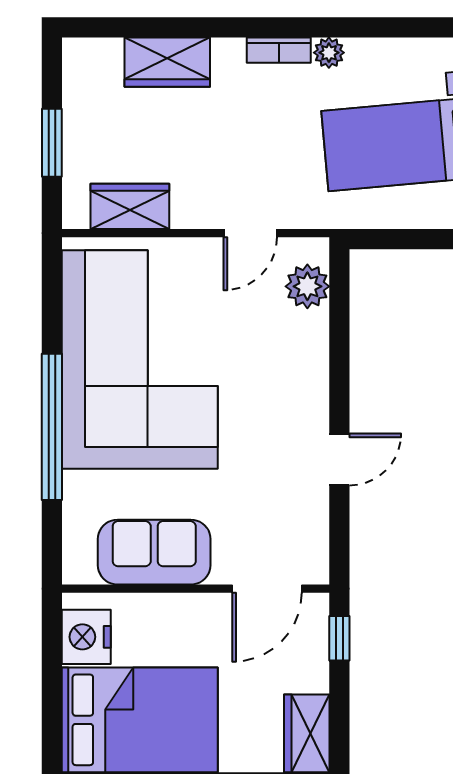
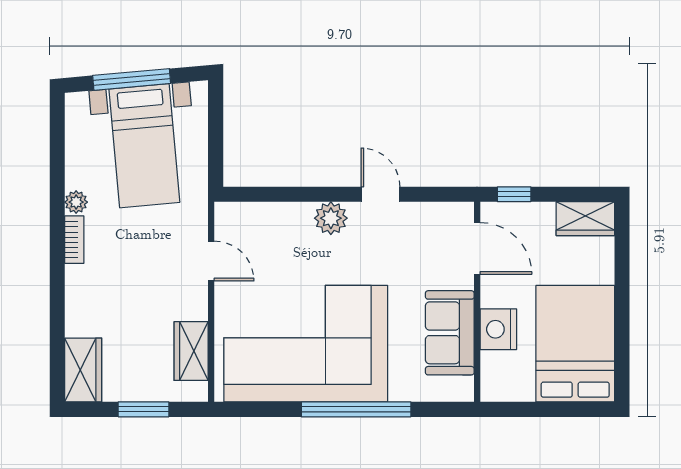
wardrobe: (167, 62) -> (83, 370), moved
plant: (307, 286) -> (331, 218), moved
nightstand: (86, 637) -> (498, 329), moved, turned 90

